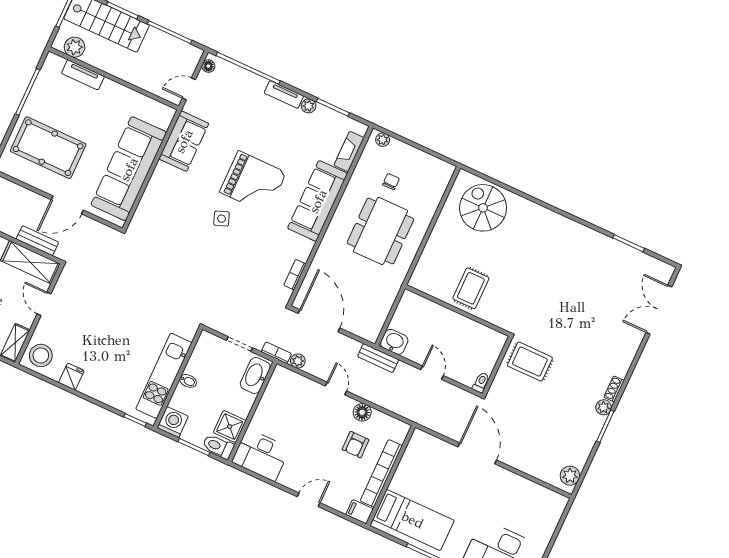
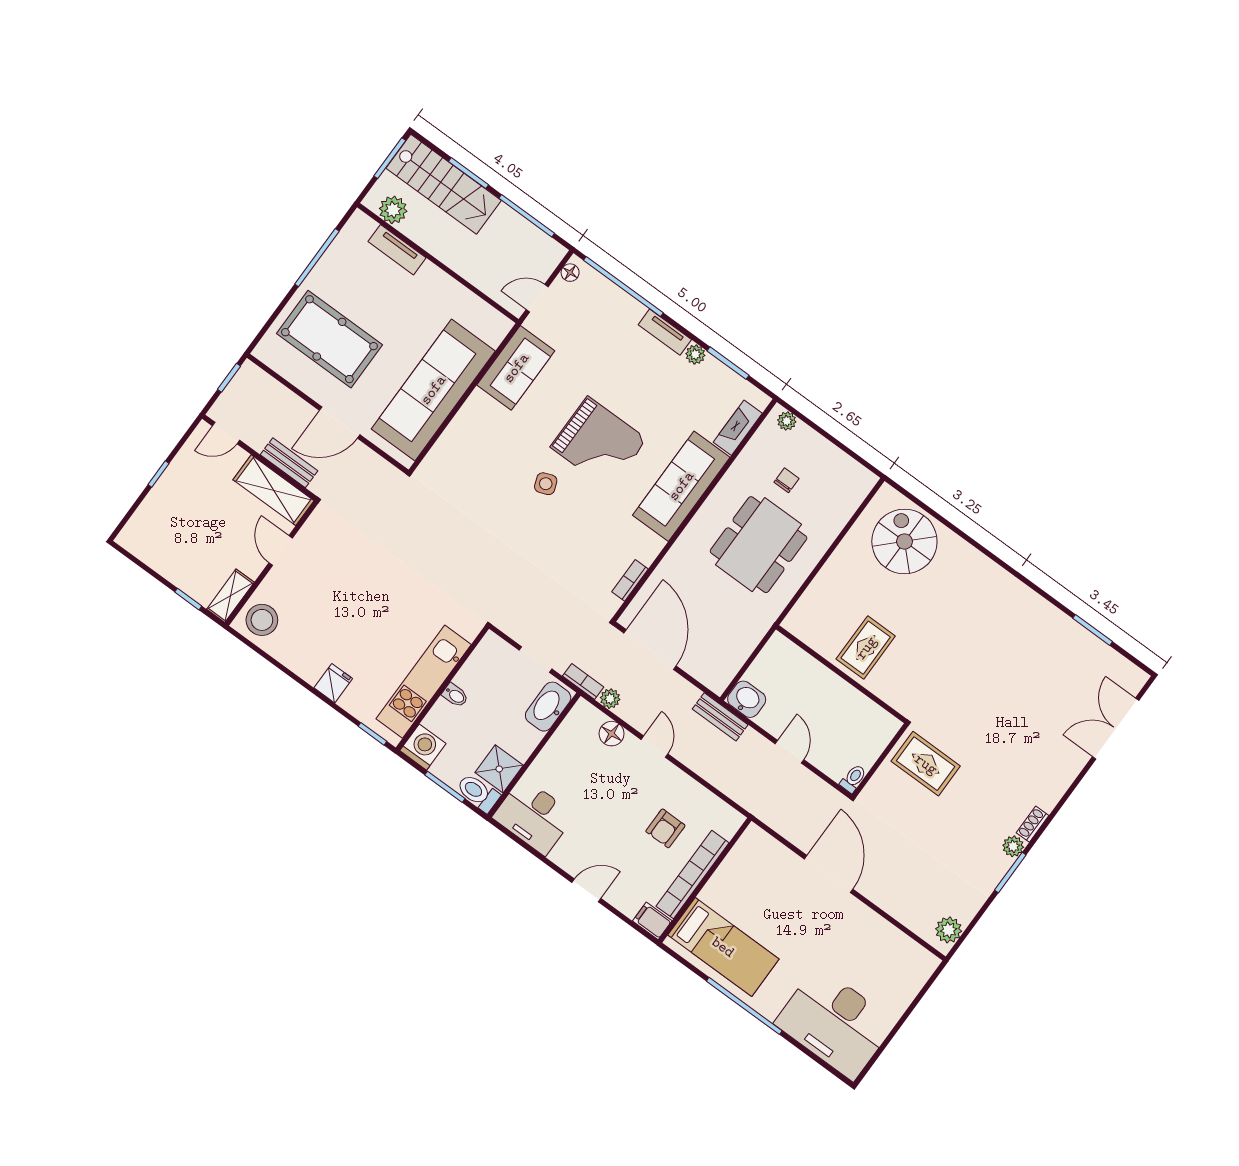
fridge: (71, 377) -> (333, 683), moved
floor lamp: (362, 412) -> (612, 734), moved

